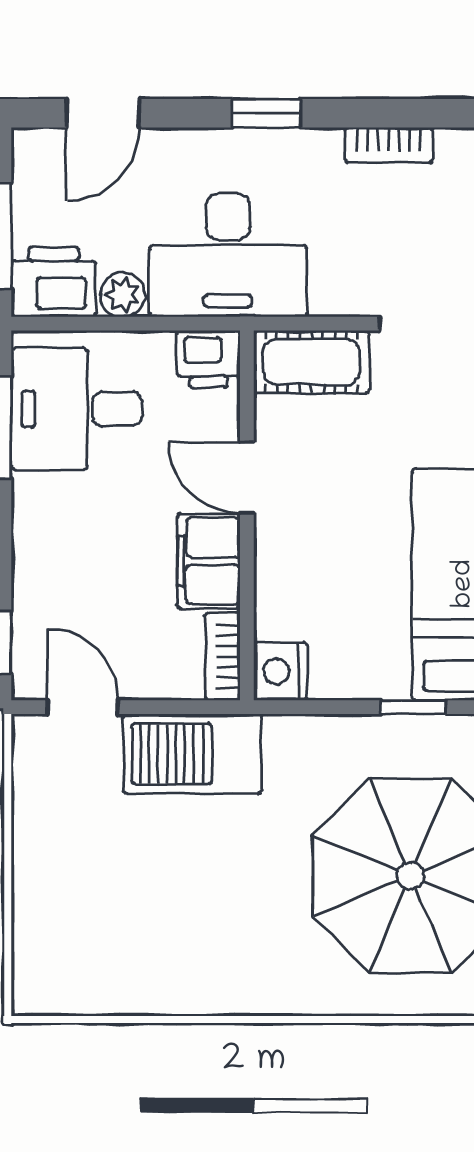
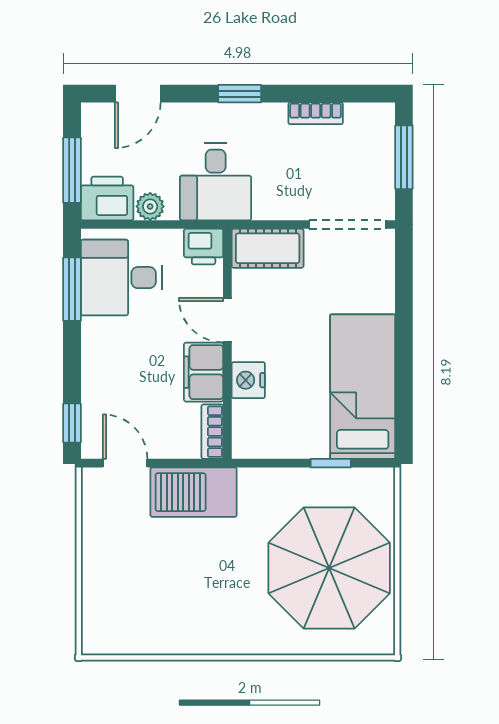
desk: (228, 255) -> (216, 182), width x0.73
nightstand: (280, 671) -> (248, 380), moved

